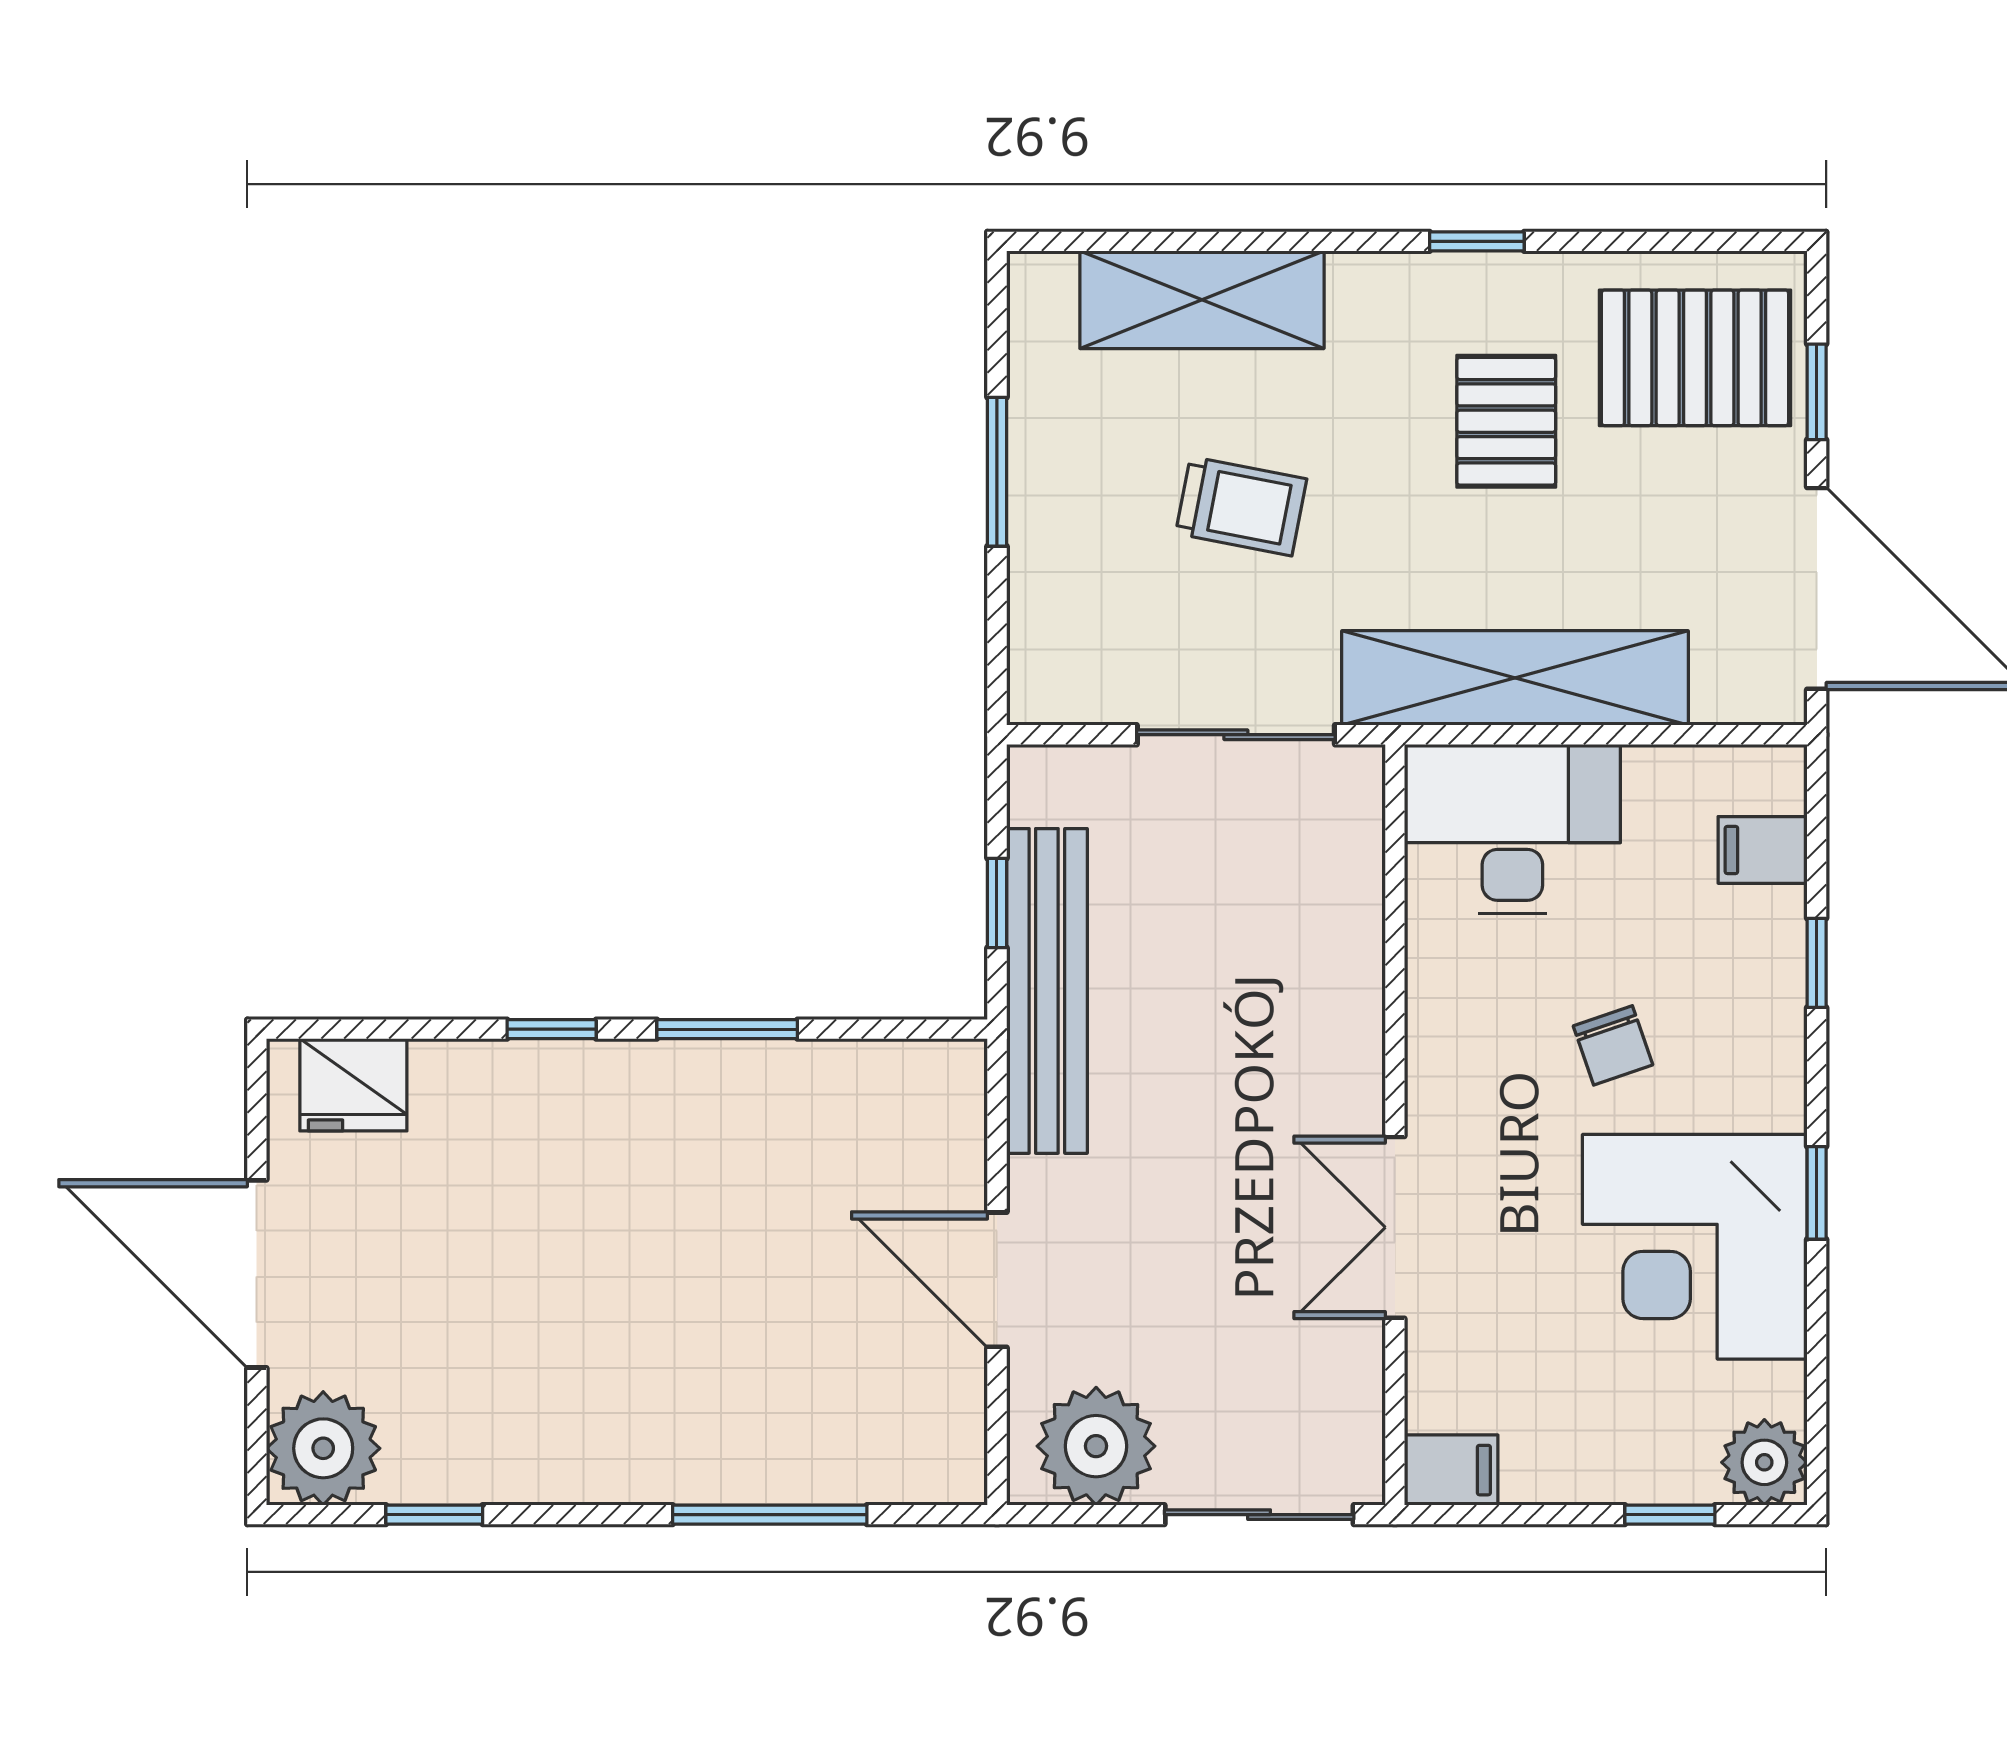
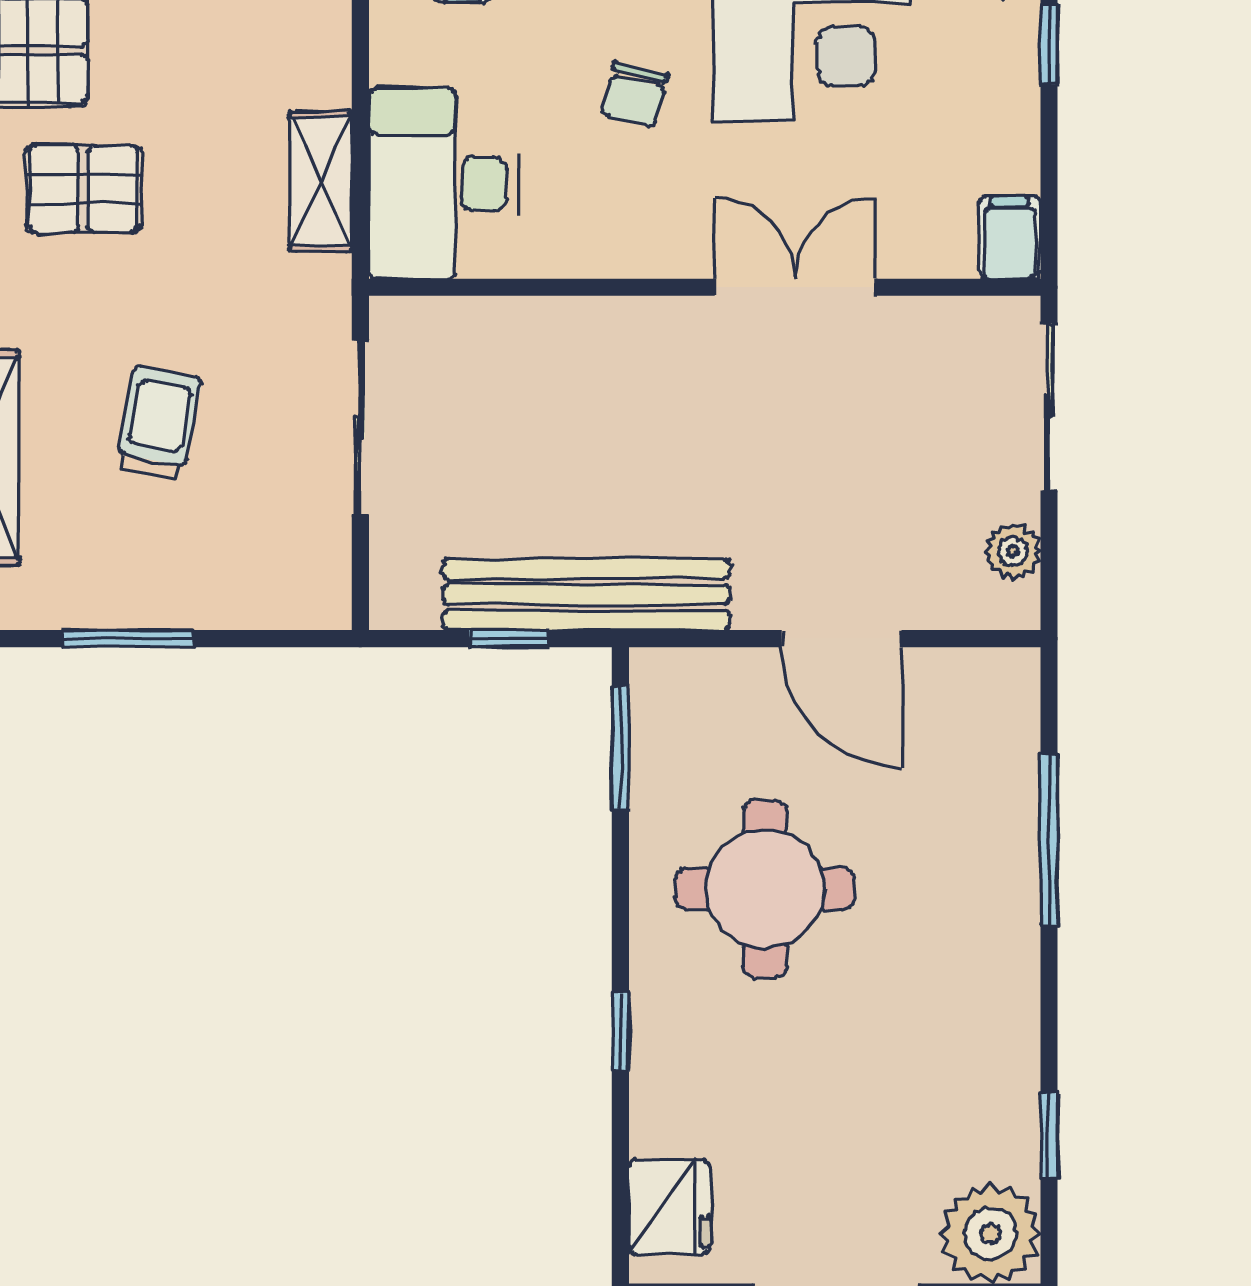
shelving: (1515, 678) -> (321, 181), width x0.45, depth x0.75
window: (727, 1029) -> (620, 748), moved
chair: (1613, 1045) -> (635, 95), turned 123
round table: (714, 1193) -> (765, 889), added
double door: (1395, 1227) -> (795, 287), swing flipped
door: (997, 1280) -> (842, 639), hinge flipped
plant: (1096, 1446) -> (1013, 551), width x0.53, depth x0.53

